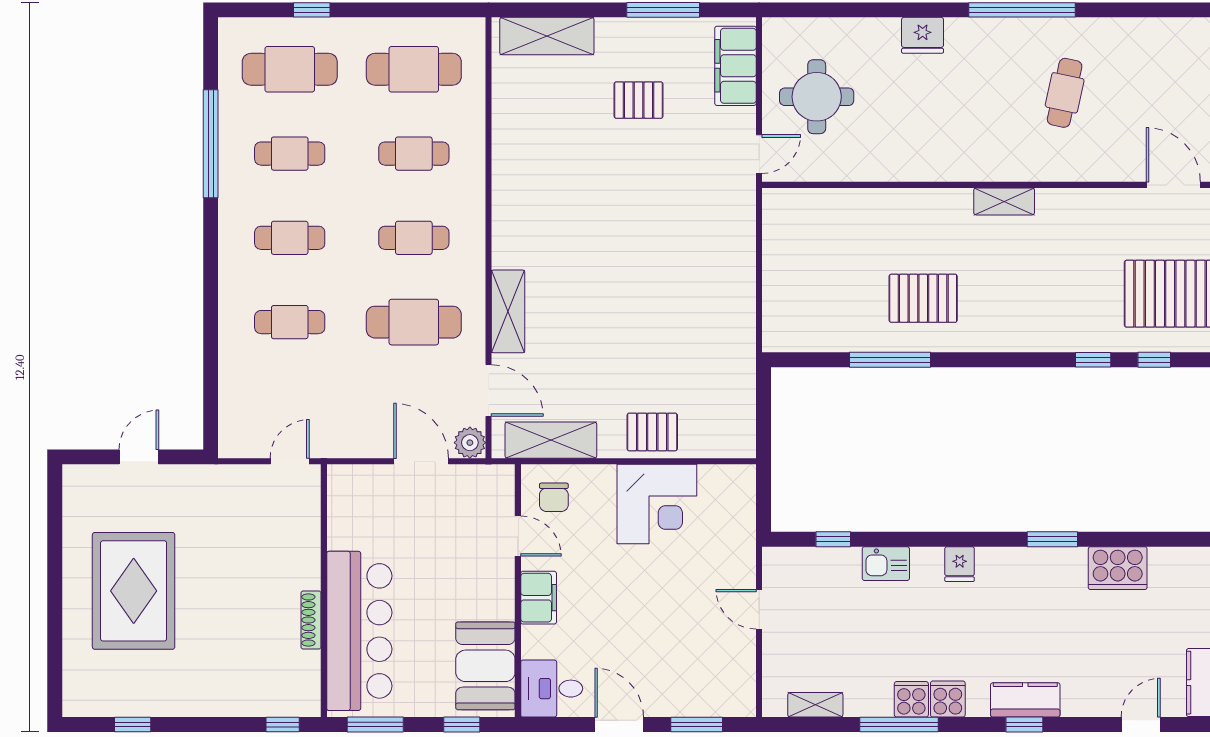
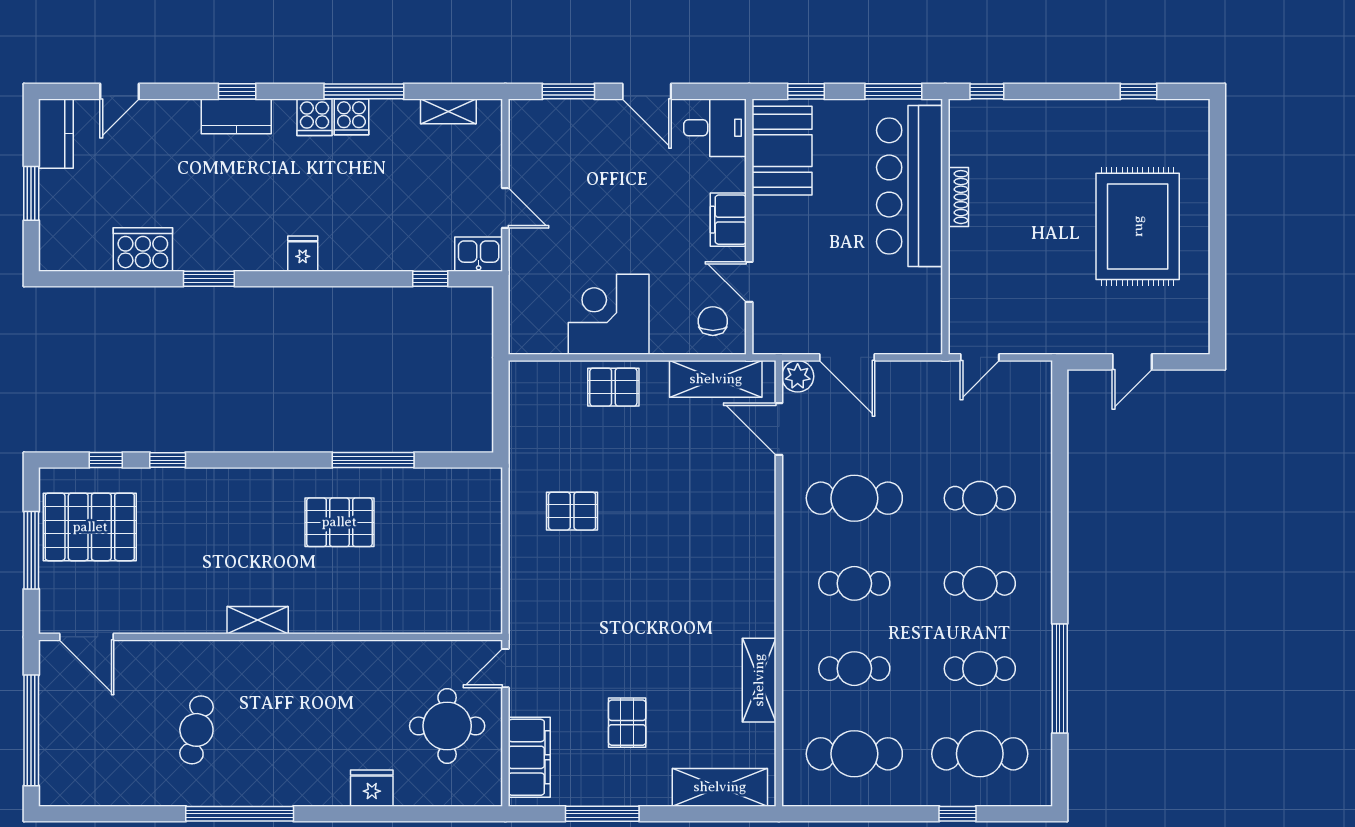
fridge: (923, 35) -> (372, 788), moved
pallet: (639, 100) -> (627, 723), turned 90
pallet: (693, 309) -> (572, 511), added
shelving: (508, 311) -> (759, 680), moved
kitchen sink: (886, 564) -> (479, 254), moved

